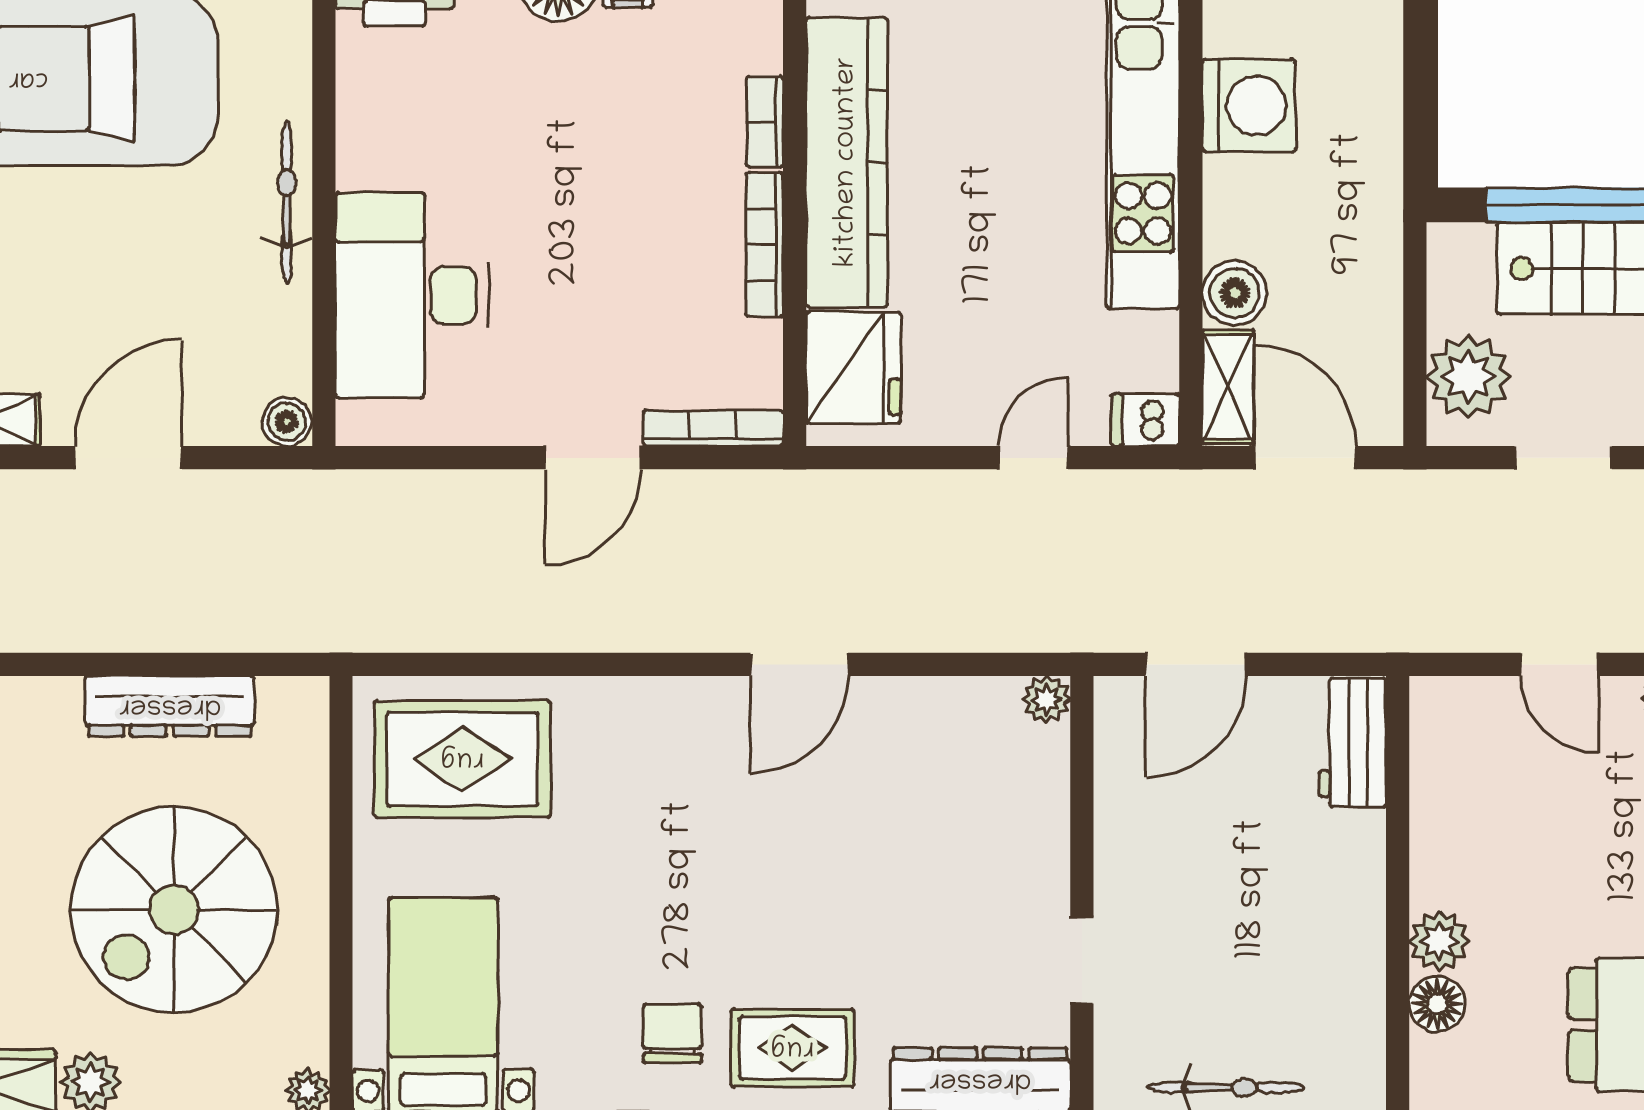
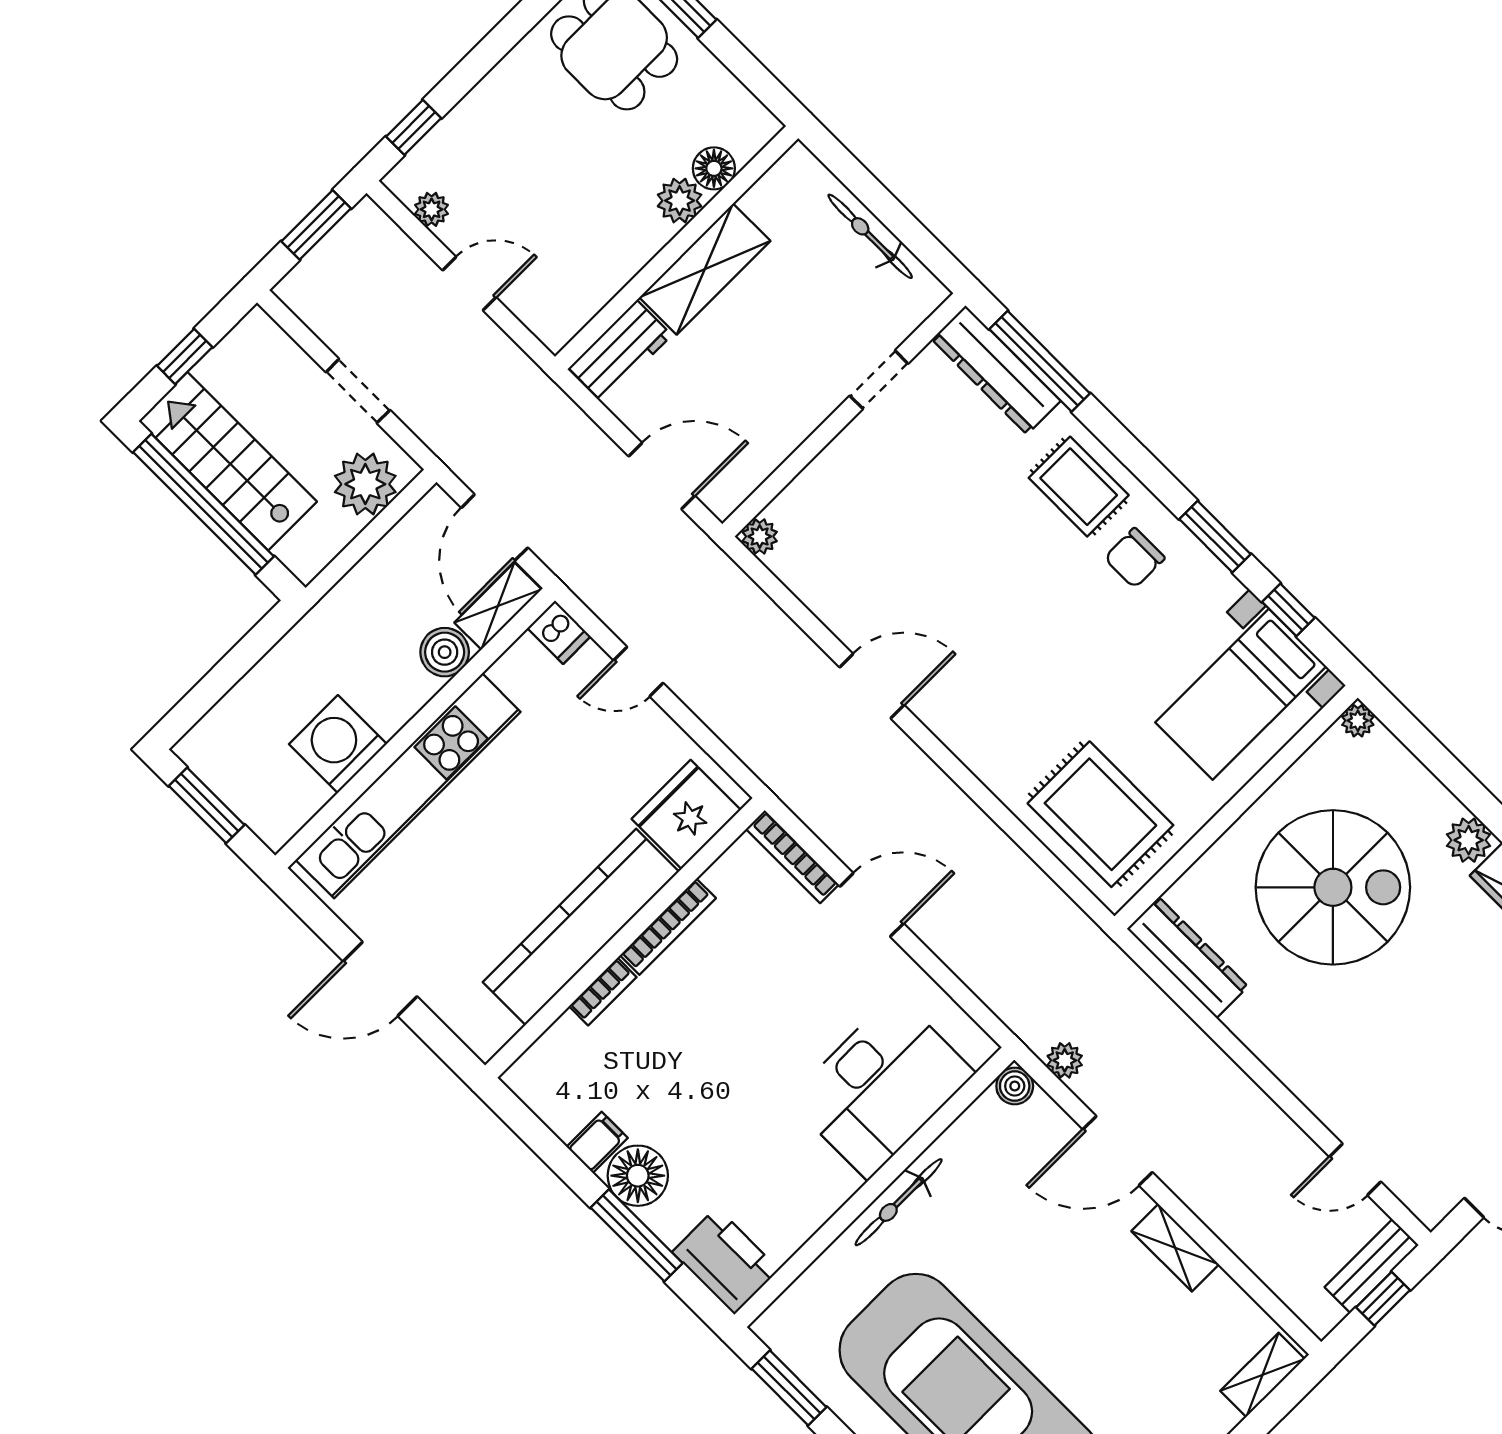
plant: (264, 493) -> (1065, 1060), added
door: (1559, 664) -> (469, 284), hinge flipped
dresser: (170, 706) -> (1188, 958), moved
shelving: (1351, 900) -> (705, 269), added

